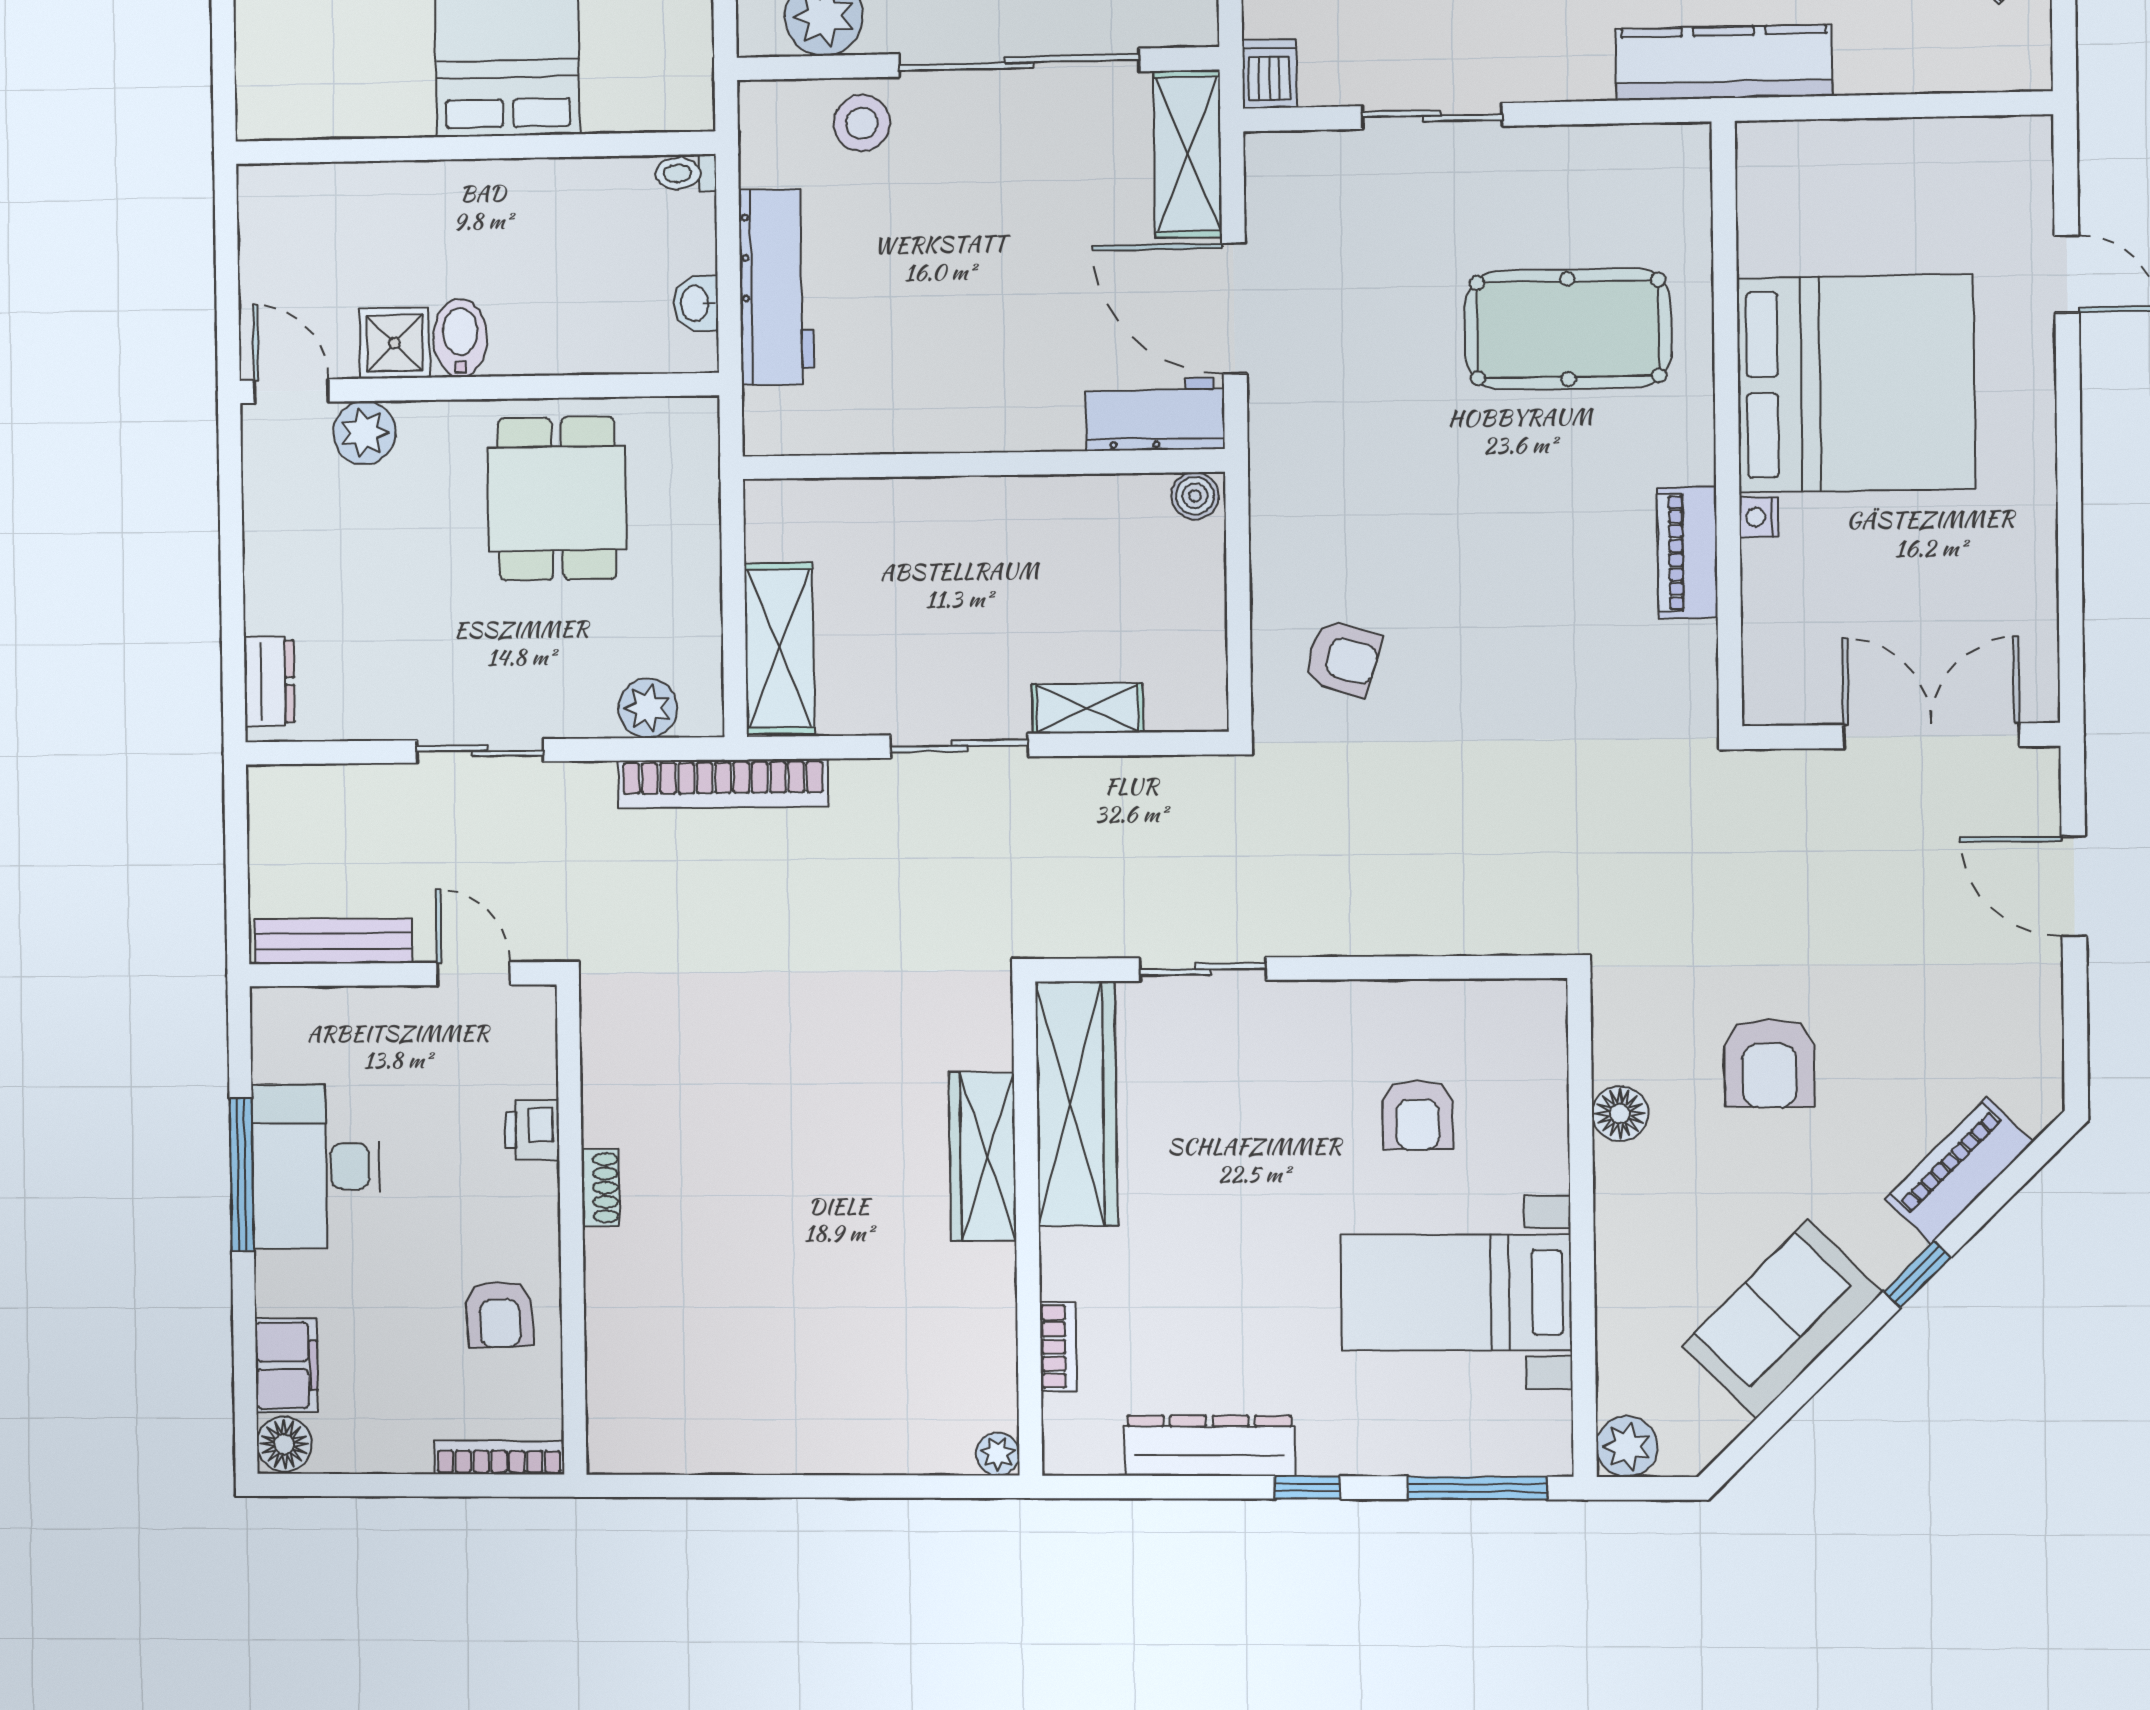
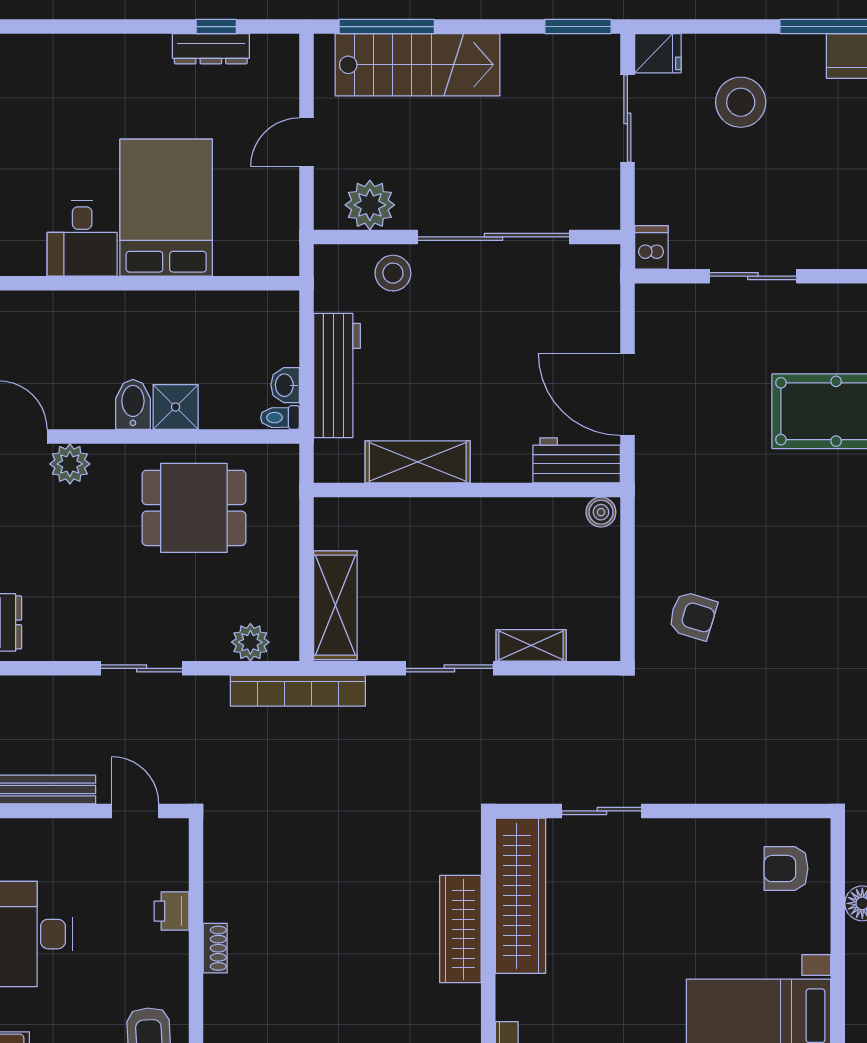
desk: (378, 79) -> (82, 238), added
shelving: (1187, 154) -> (418, 462), moved, turned 90
toilet: (686, 173) -> (280, 418), moved
shower: (395, 343) -> (176, 407), moved
dining table: (557, 499) -> (194, 508), turned 90
armchair: (1418, 1115) -> (786, 869), moved, turned 90

